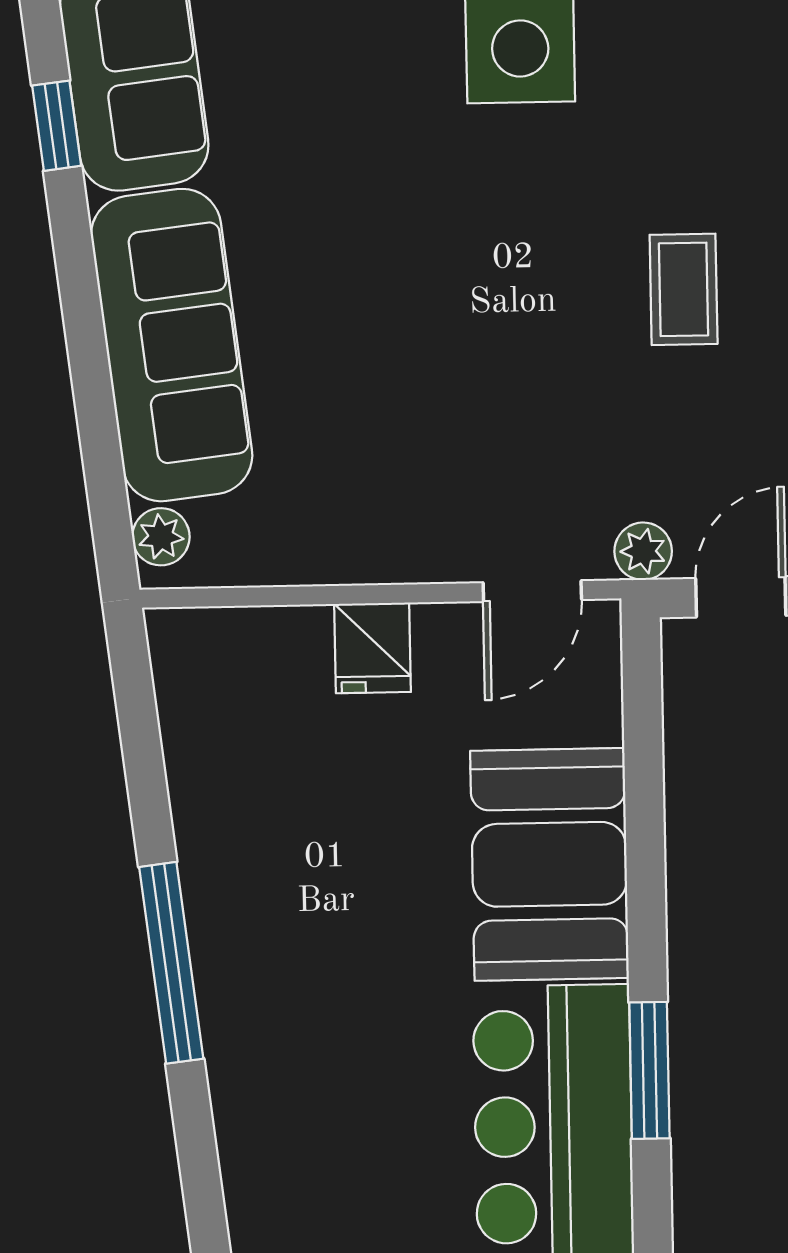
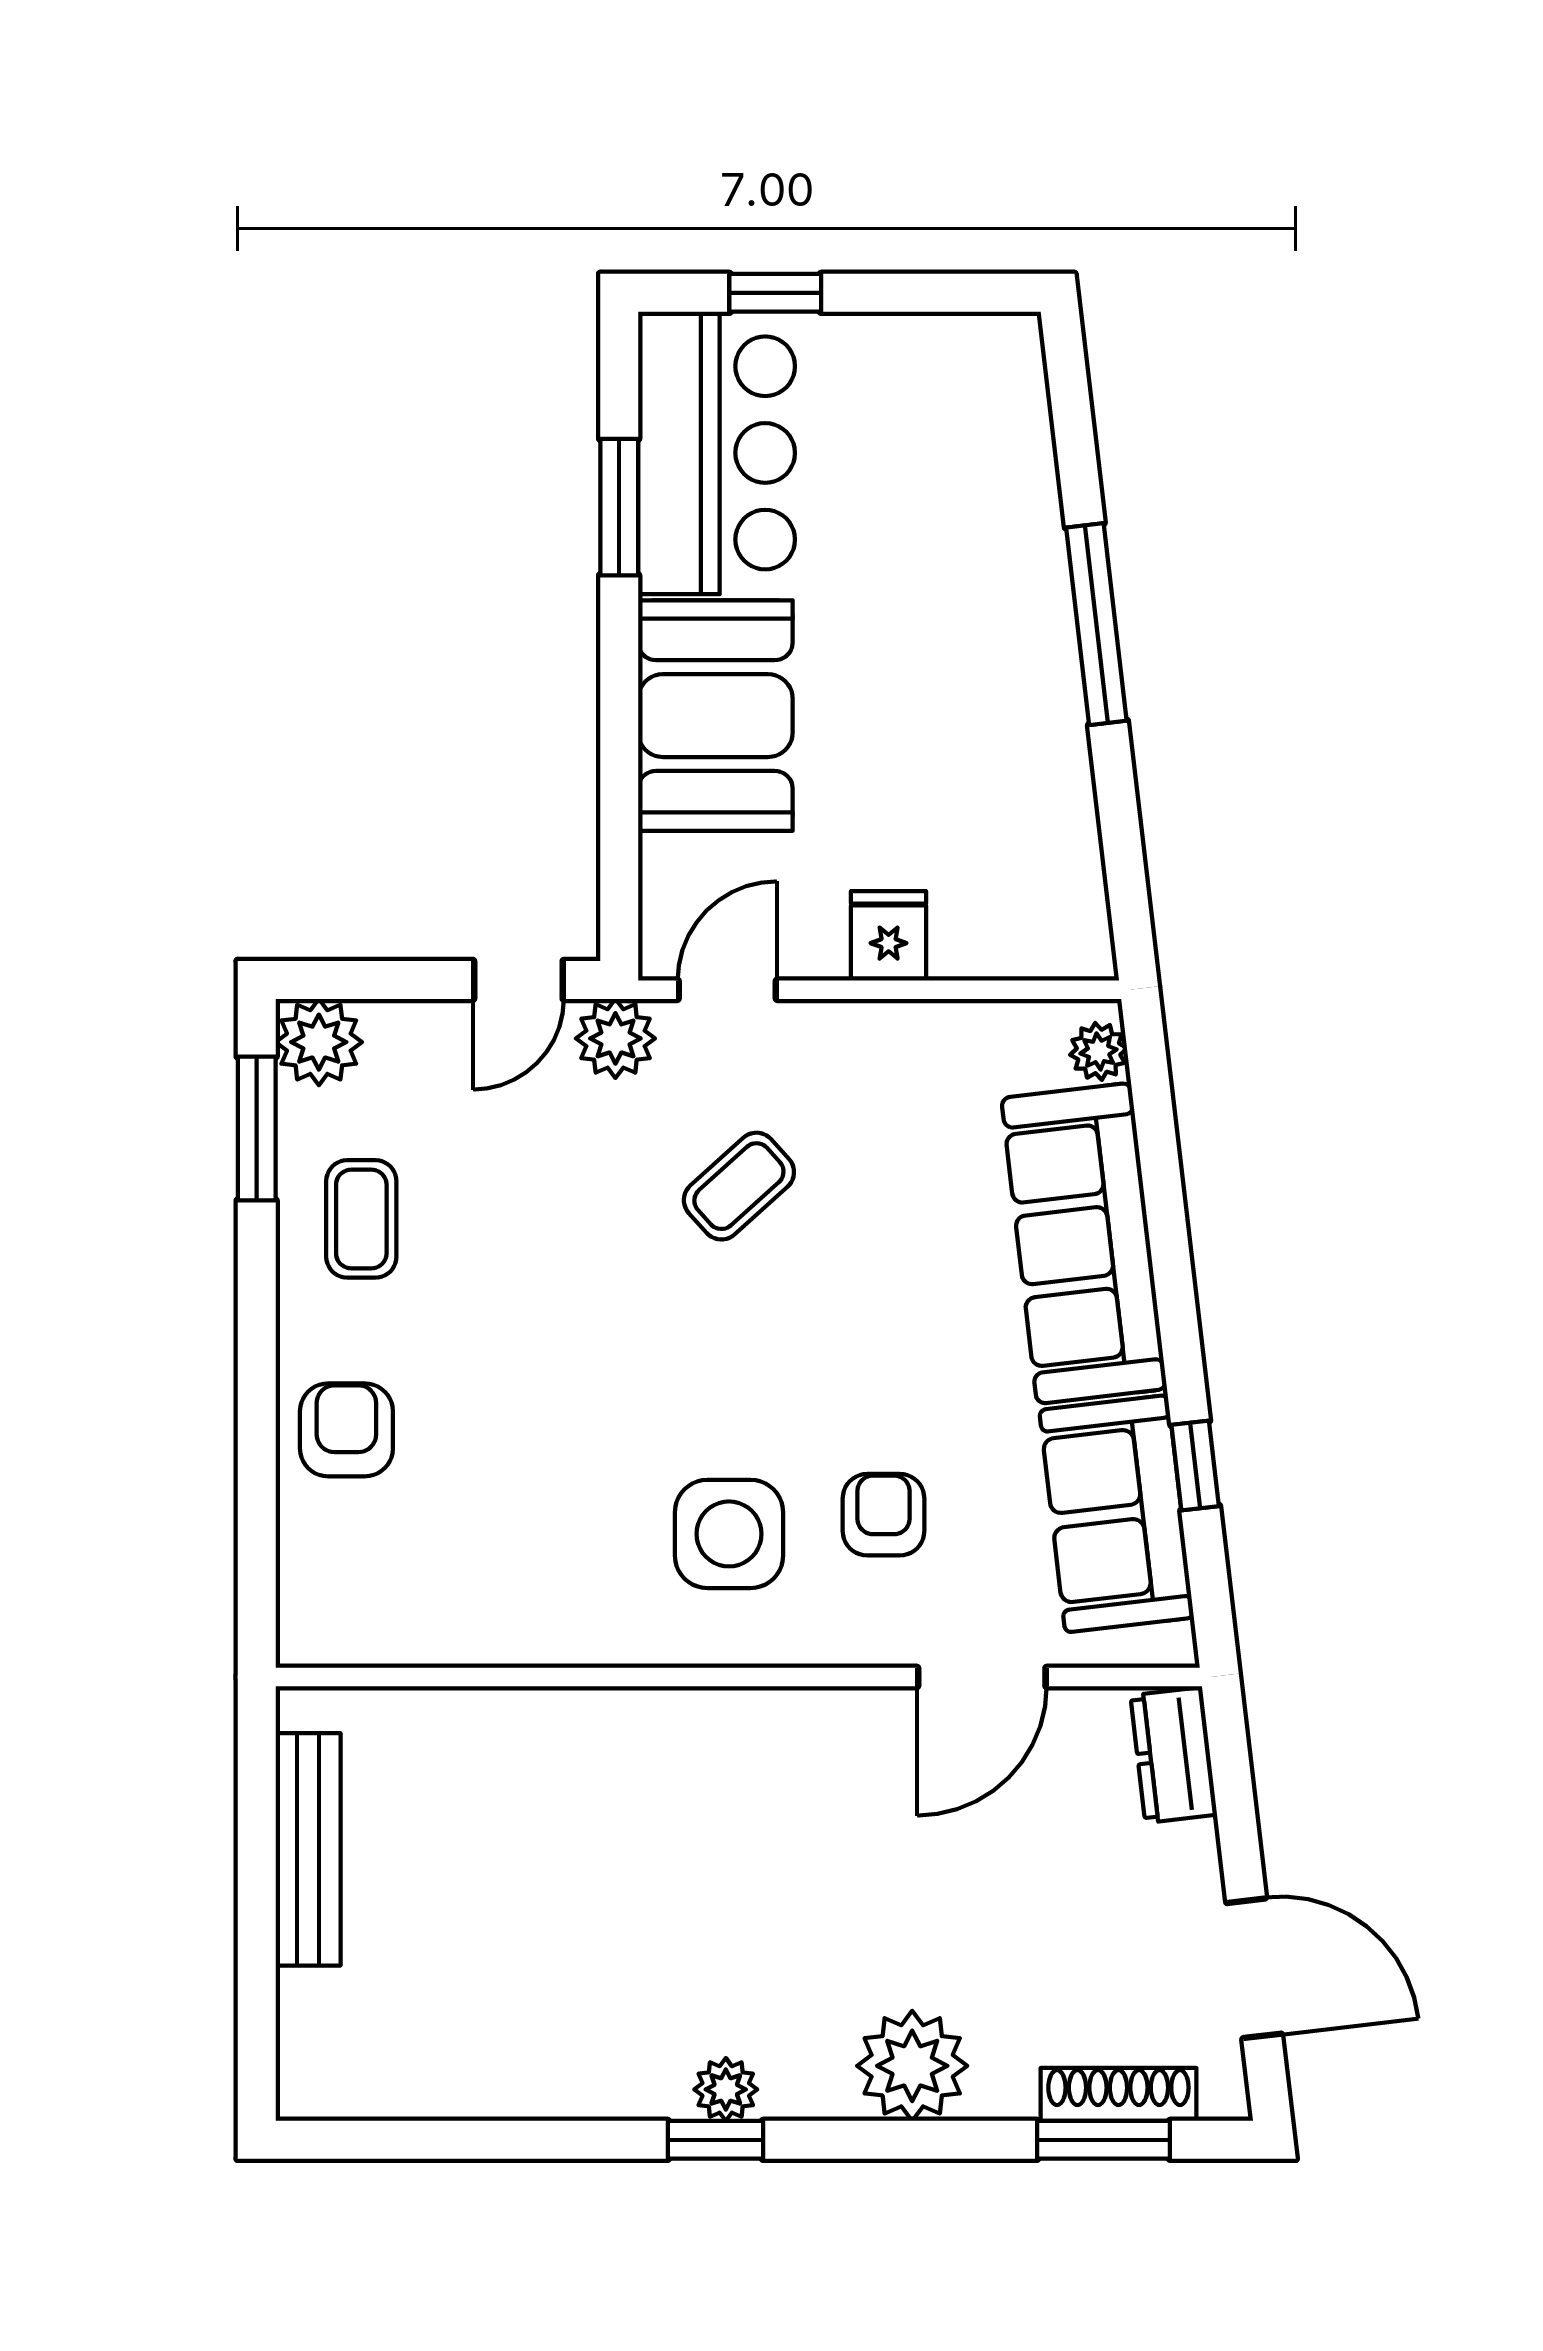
armchair: (366, 71) -> (884, 1515), added
coffee table: (684, 289) -> (739, 1186), moved, turned 48
plant: (643, 551) -> (615, 1038), width x1.38, depth x1.38

